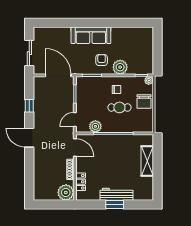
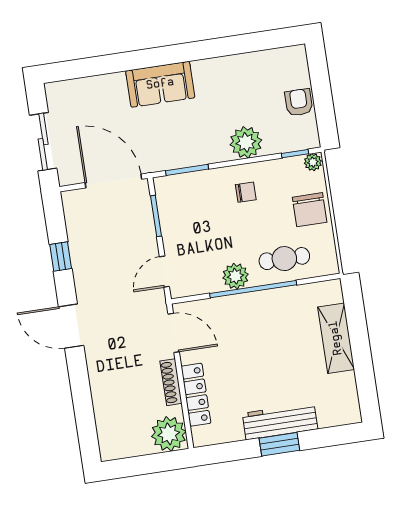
sofa: (91, 35) -> (160, 84), width x0.73
armchair: (102, 60) -> (299, 102), moved
cafe table: (119, 107) -> (284, 259), moved
plant: (95, 126) -> (235, 276), moved
locker: (81, 182) -> (196, 395), width x1.53

